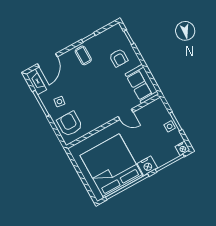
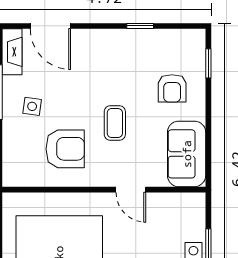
coffee table: (83, 55) -> (115, 123), moved
door: (47, 60) -> (50, 26), hinge flipped
armchair: (70, 124) -> (65, 149), moved, turned 90

